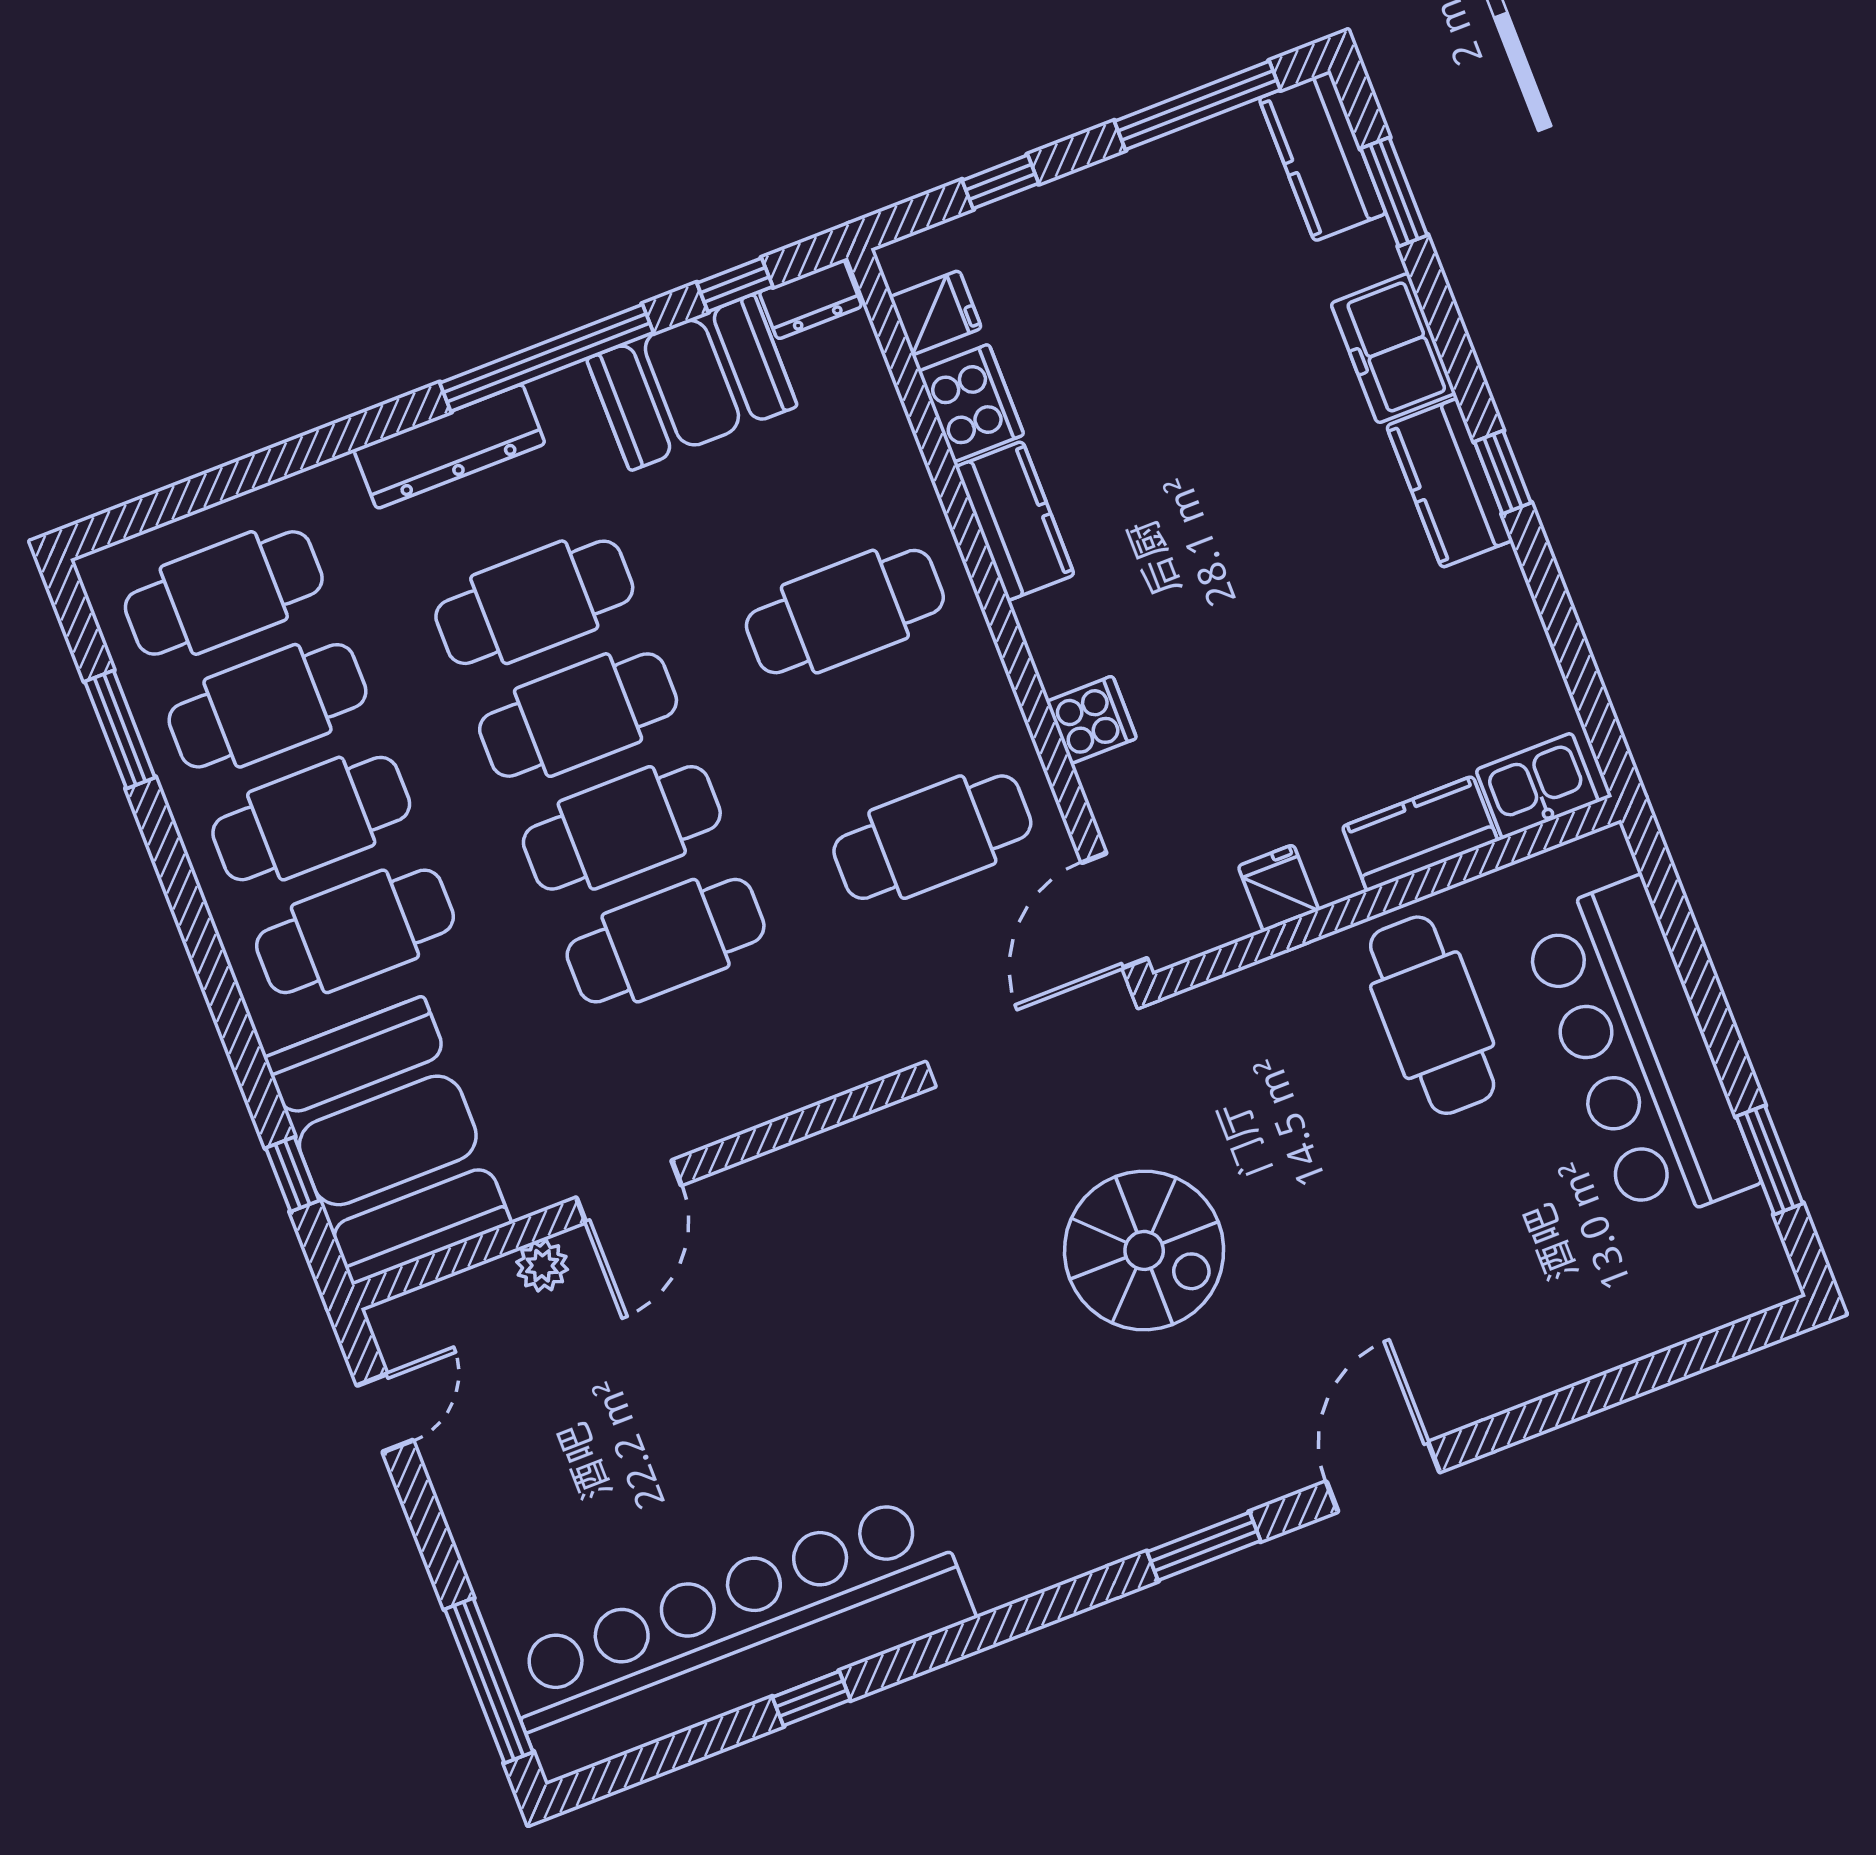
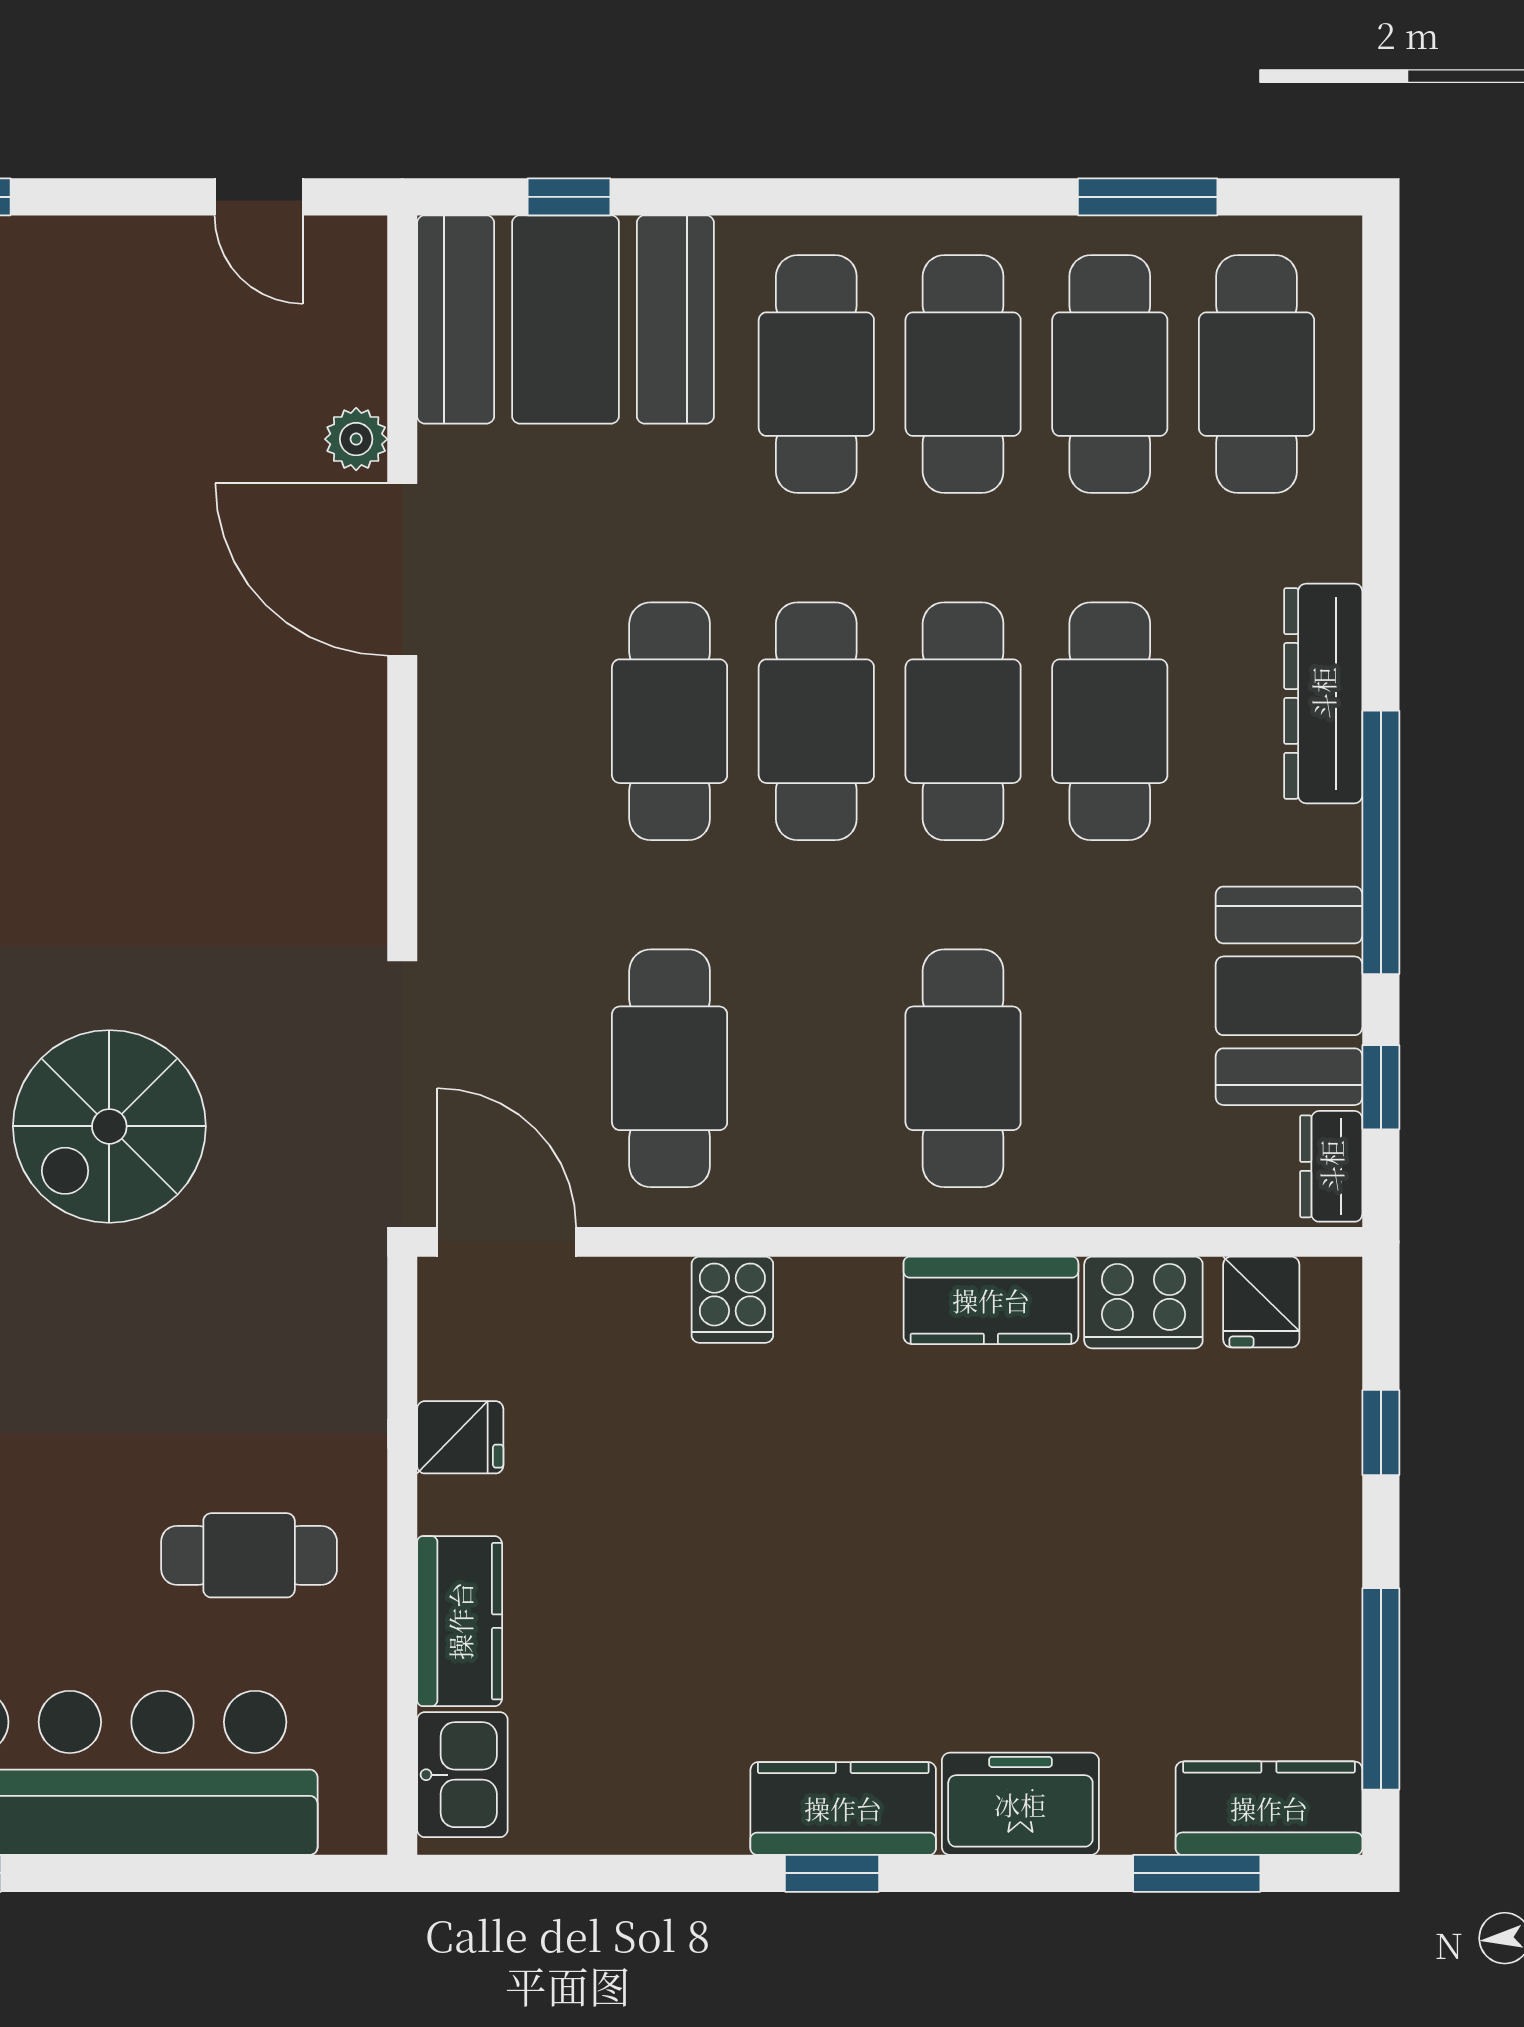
cafe table: (1432, 1015) -> (249, 1555), width x0.73, depth x0.74
door: (629, 1191) -> (402, 570), width x1.36

